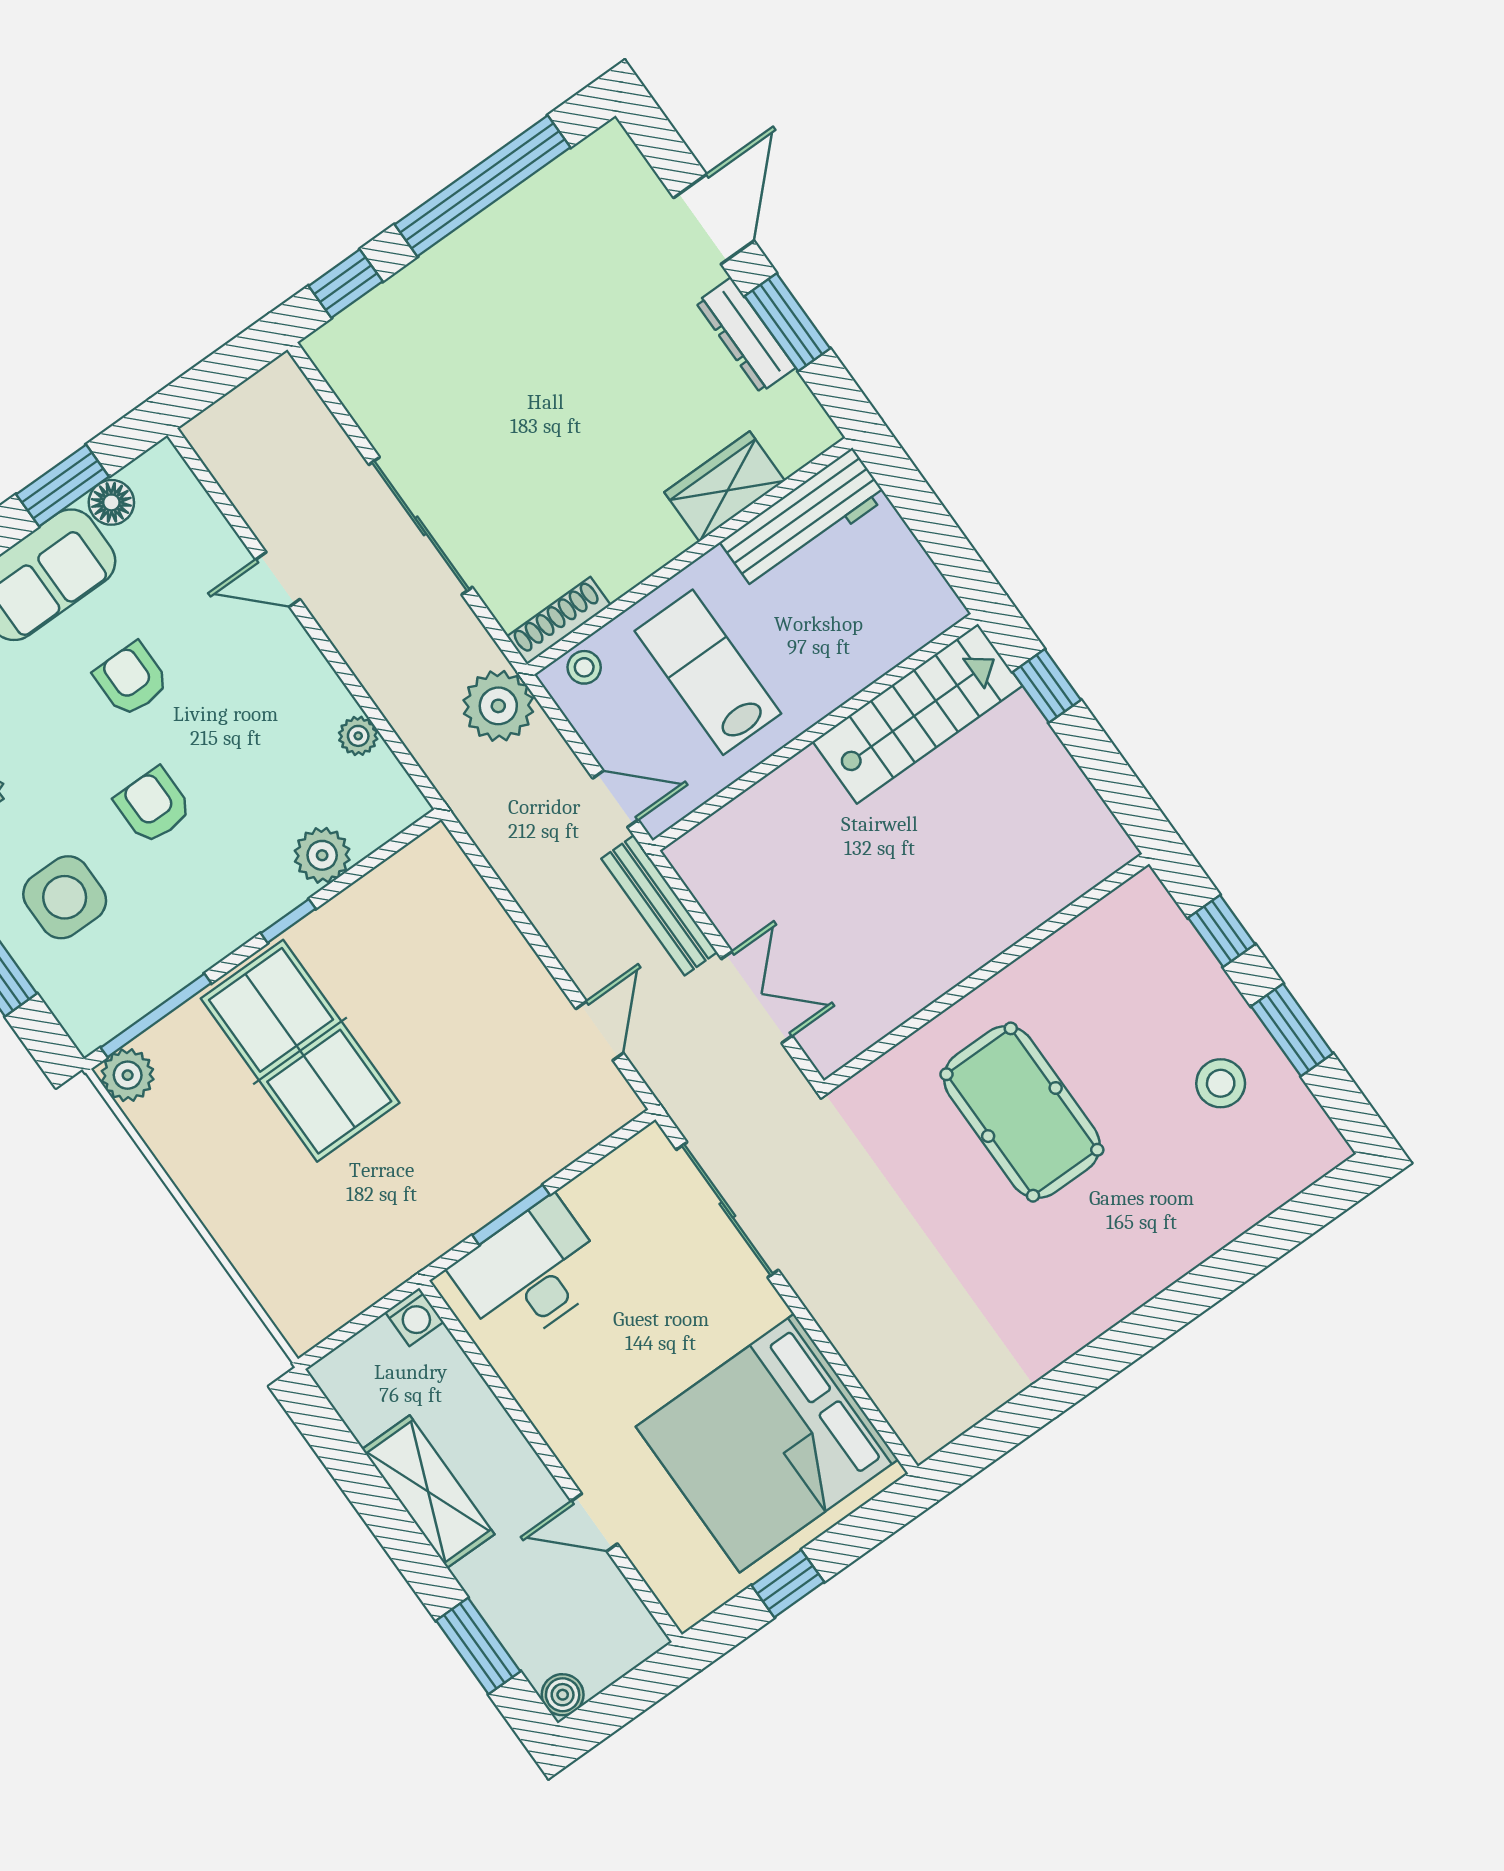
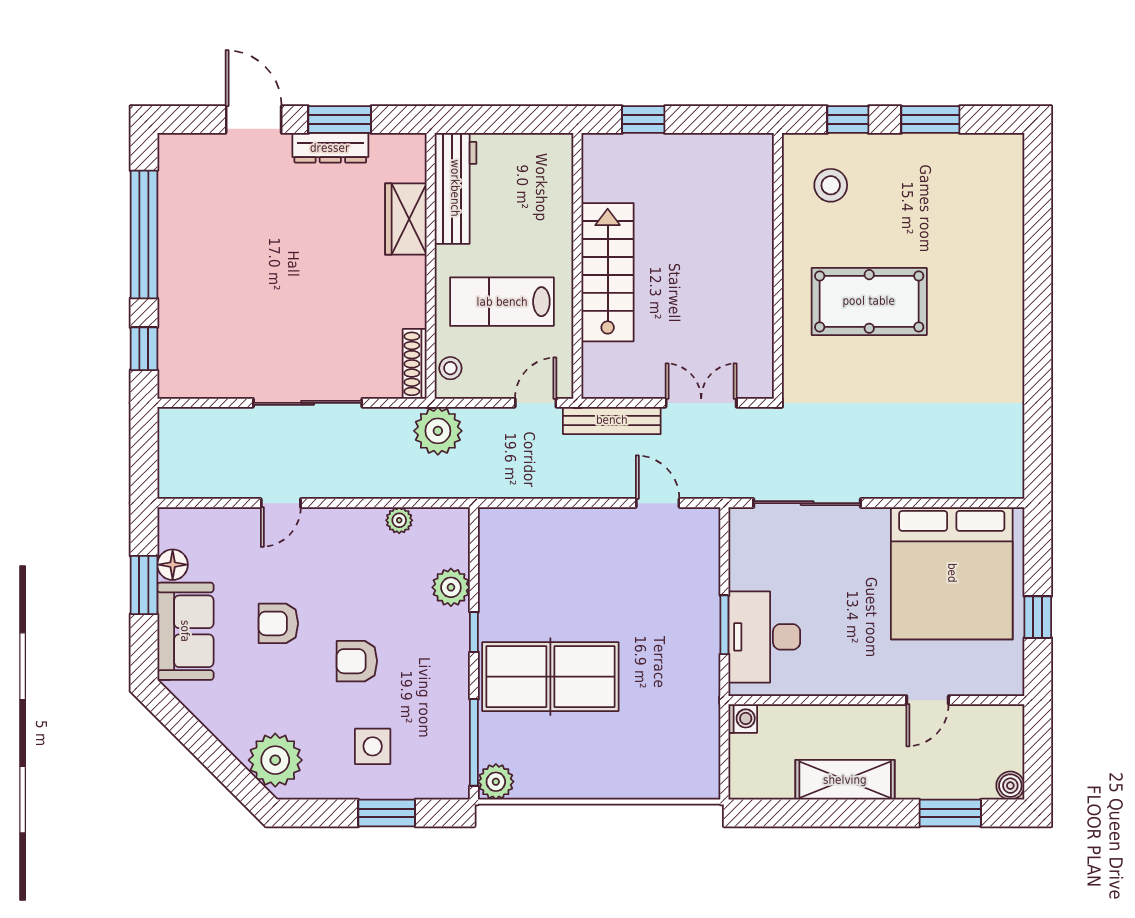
stairs: (917, 714) -> (608, 272), moved
side table: (65, 897) -> (373, 746), width x0.73, depth x0.73
stool: (1221, 1083) -> (831, 185), moved

